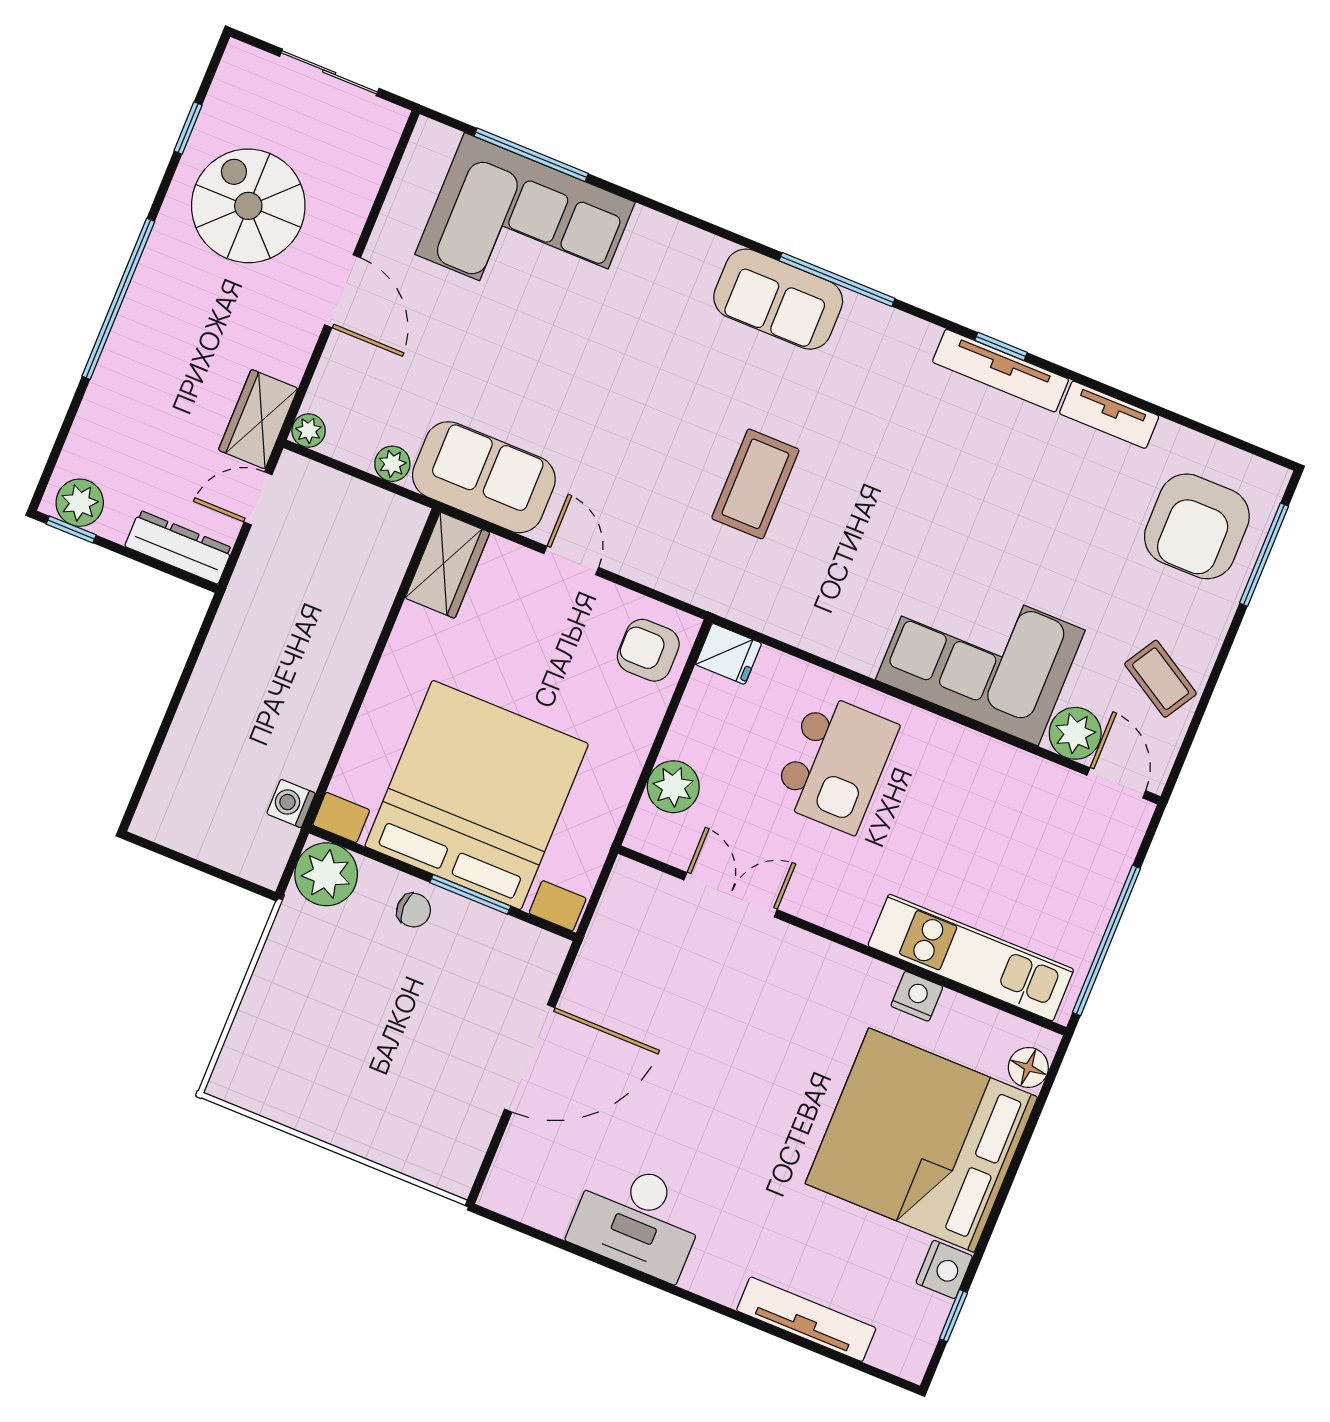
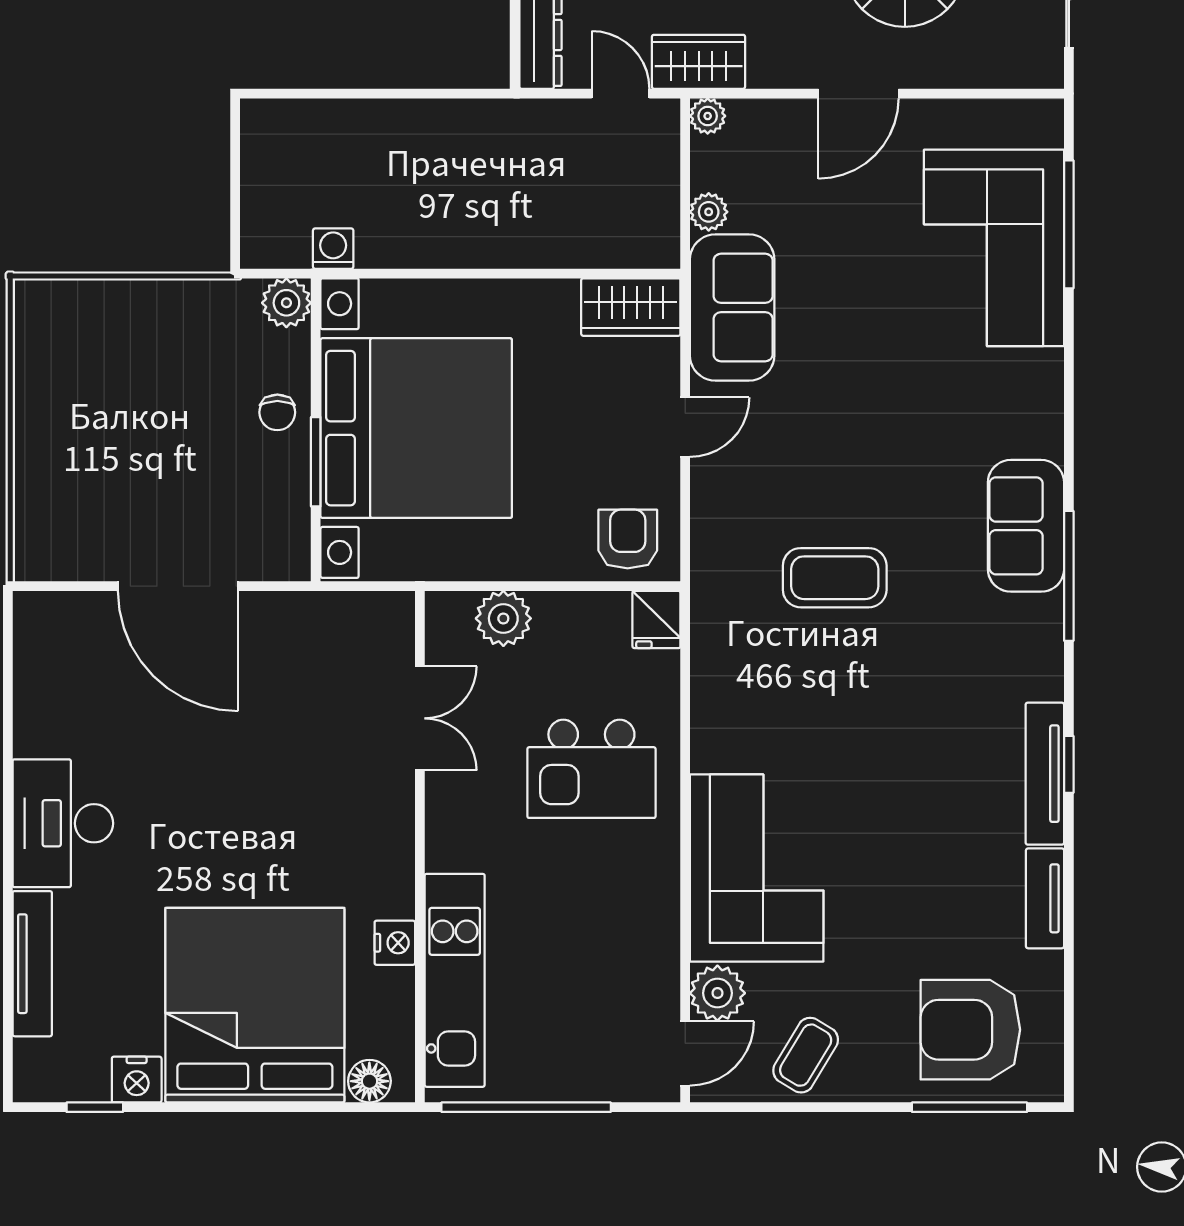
plant: (326, 874) -> (286, 303), width x0.73, depth x0.73
desk: (638, 1219) -> (63, 823), moved

